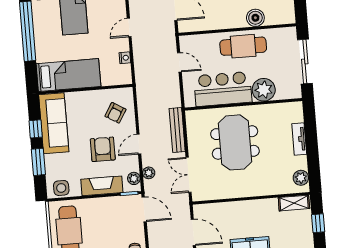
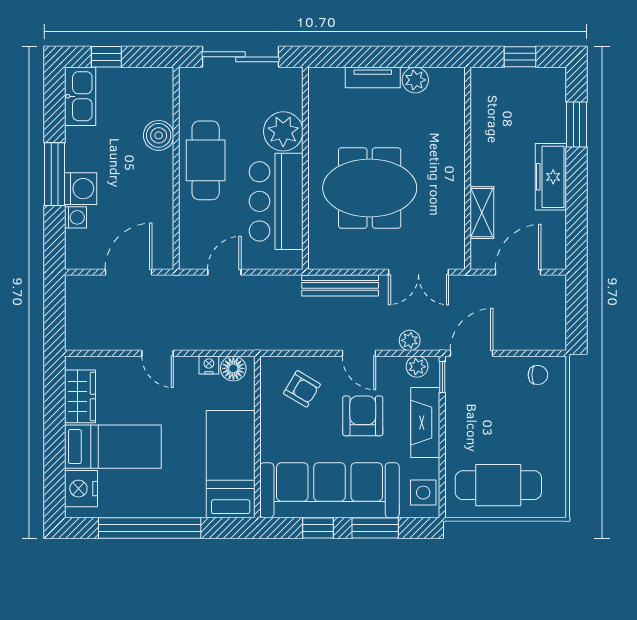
floor lamp: (124, 72) -> (233, 368), added
sofa: (54, 123) -> (330, 490), width x1.36, depth x1.27
armchair: (103, 149) -> (363, 416), turned 90
plant: (301, 178) -> (415, 80), moved
shelving: (294, 203) -> (482, 213), moved

